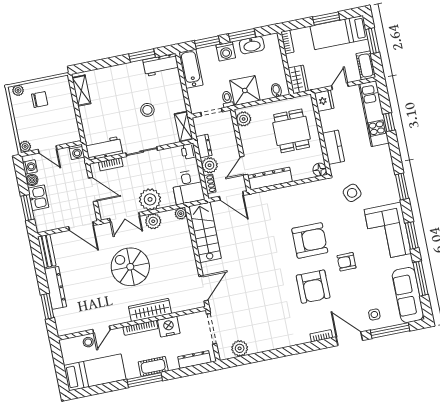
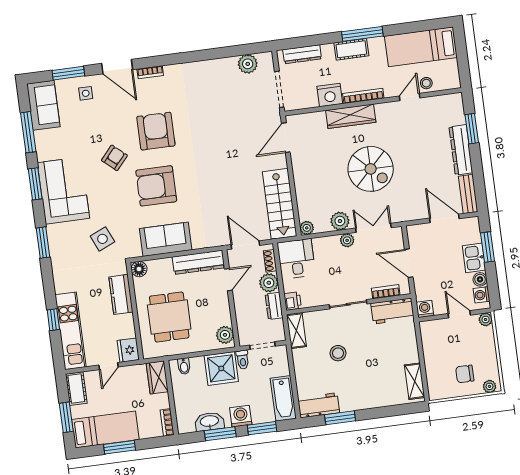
sofa: (299, 196) -> (166, 239), added
plant: (150, 199) -> (347, 240), width x0.53, depth x0.53
door: (81, 226) -> (444, 218), moved
armchair: (347, 262) -> (114, 158), turned -49
sofa: (408, 295) -> (43, 105), width x0.73
window: (390, 331) -> (68, 73), width x0.69

